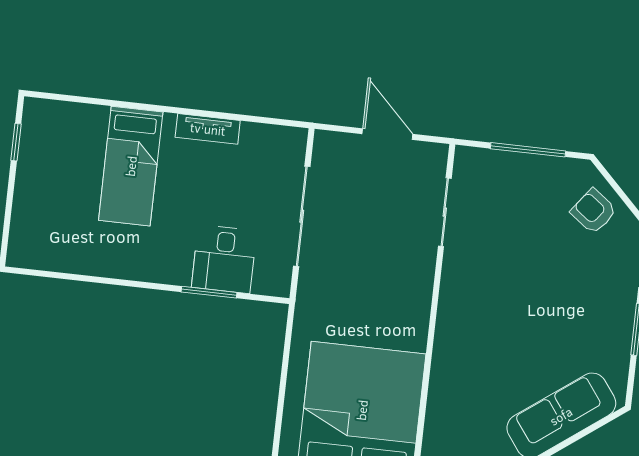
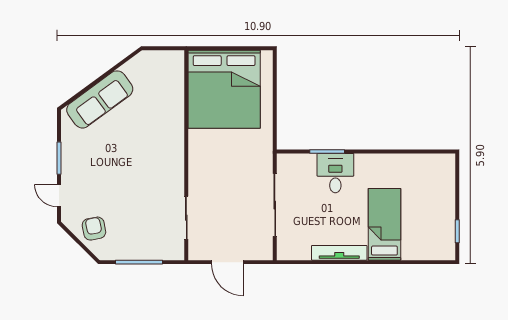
tv unit: (208, 129) -> (339, 253), width x1.41
armchair: (594, 211) -> (94, 229), turned -138
desk: (224, 259) -> (335, 173), moved

